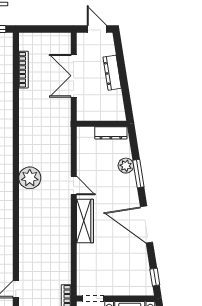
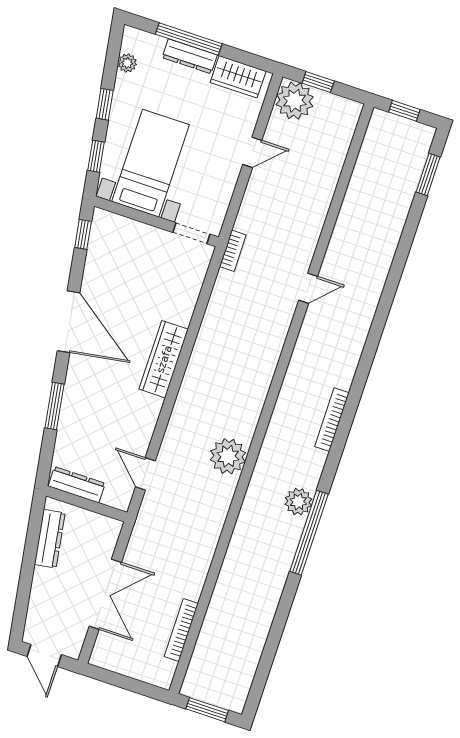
dresser: (112, 73) -> (50, 539), moved
plant: (126, 166) -> (70, 425), removed
door: (74, 186) -> (145, 474), moved

